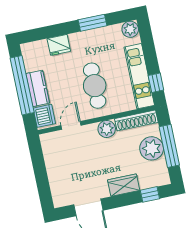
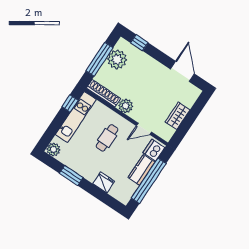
cafe table: (95, 86) -> (107, 138), width x0.73, depth x0.74
plant: (152, 148) -> (117, 59), moved
wardrobe: (124, 185) -> (178, 116), moved, turned 90

